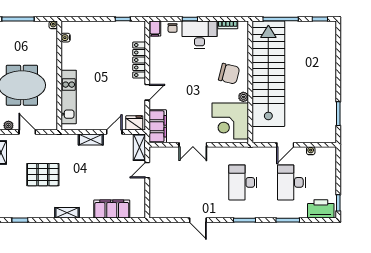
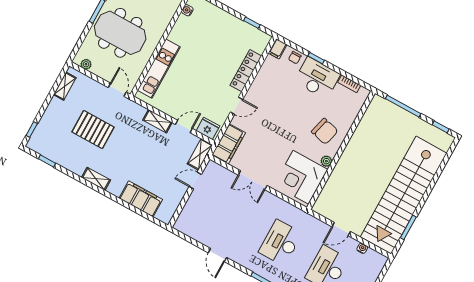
stairs: (268, 74) -> (404, 195), moved, turned 180
door: (27, 132) -> (117, 90), moved

